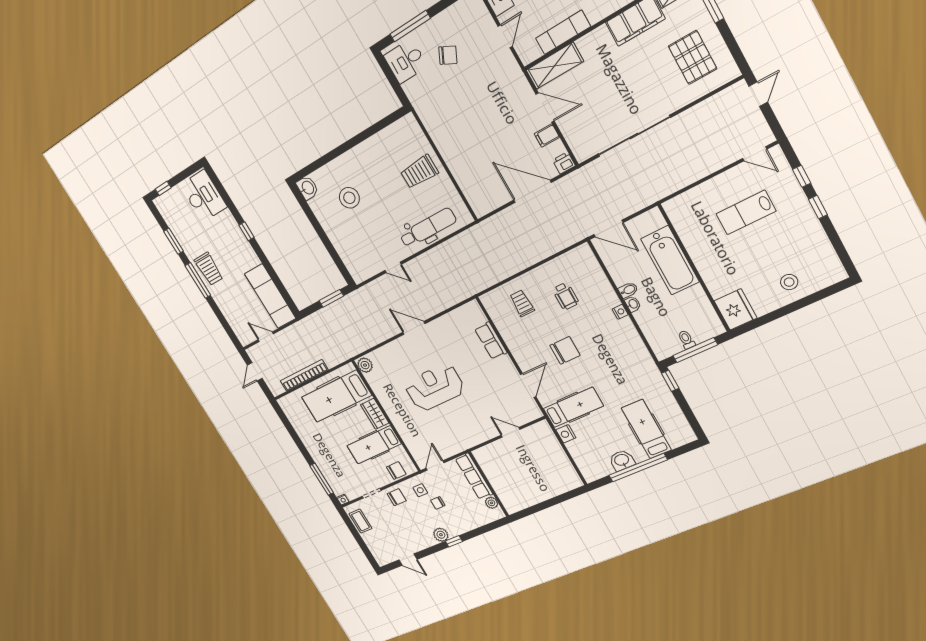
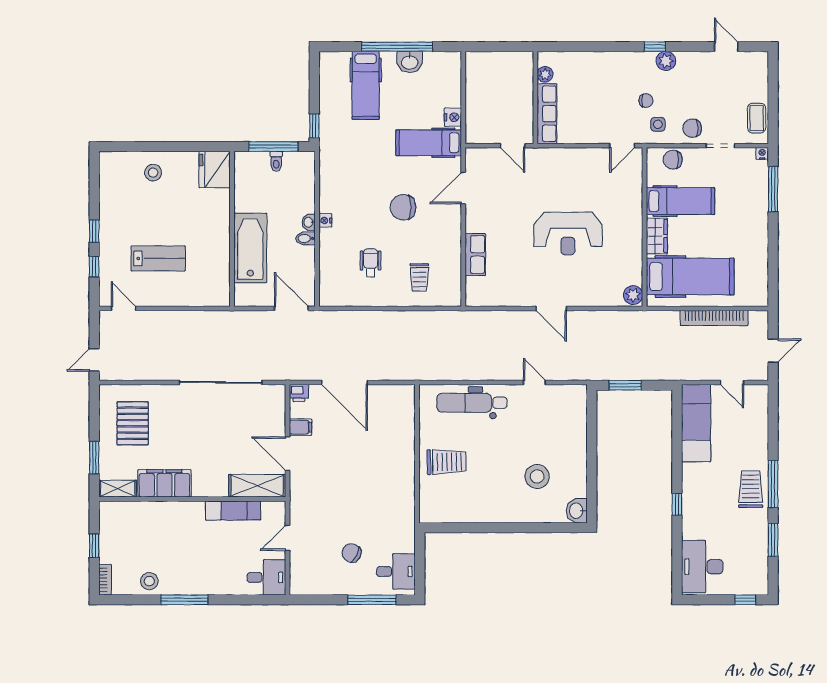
row of seats: (474, 476) -> (547, 114), moved
wall: (489, 484) -> (535, 98), moved
plant: (491, 503) -> (545, 74), moved

